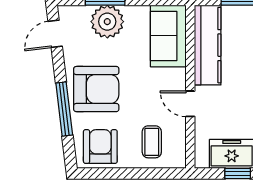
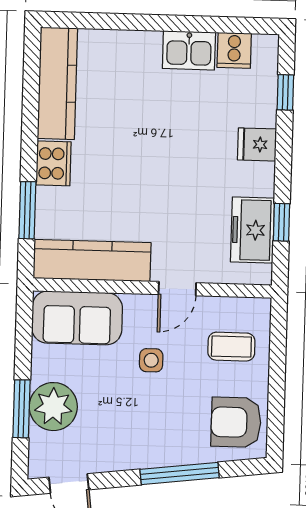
side table: (141, 87) -> (151, 360), added
armchair: (96, 89) -> (152, 426), removed

